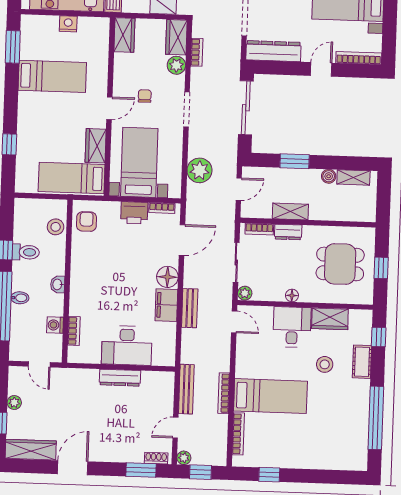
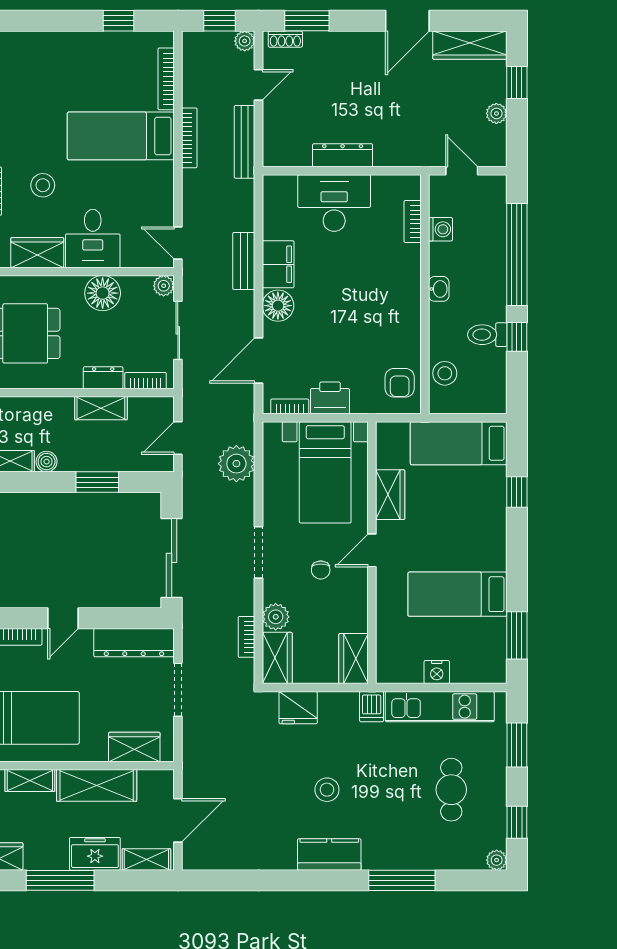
bed: (72, 178) -> (459, 443), moved, turned 180
floor lamp: (292, 295) -> (103, 293), width x1.89, depth x1.89
bidet: (20, 298) -> (494, 267), removed

